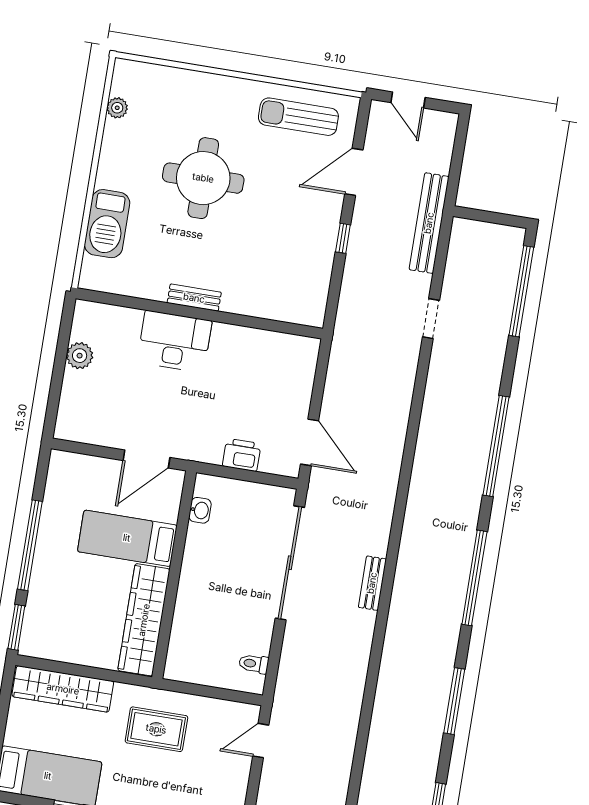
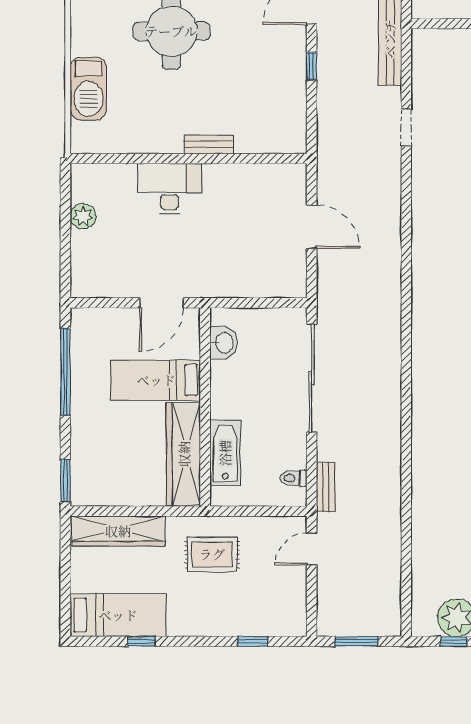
bench: (194, 298) -> (209, 144), moved
door: (310, 442) -> (312, 227), moved
printer: (242, 455) -> (250, 285), removed
washbasin: (200, 510) -> (224, 343), width x1.38, depth x1.45
window: (30, 545) -> (65, 372), moved
bench: (372, 583) -> (326, 487), moved
bathtub: (187, 626) -> (225, 453), added

